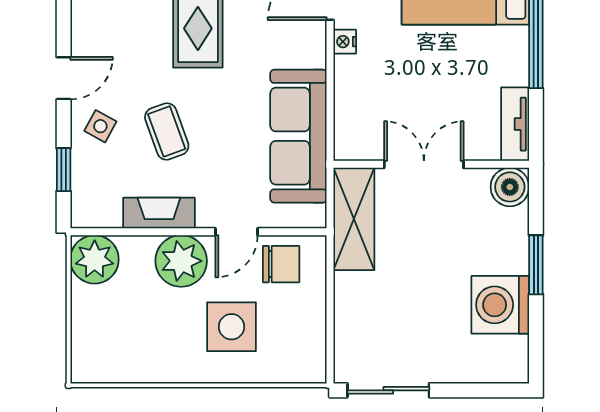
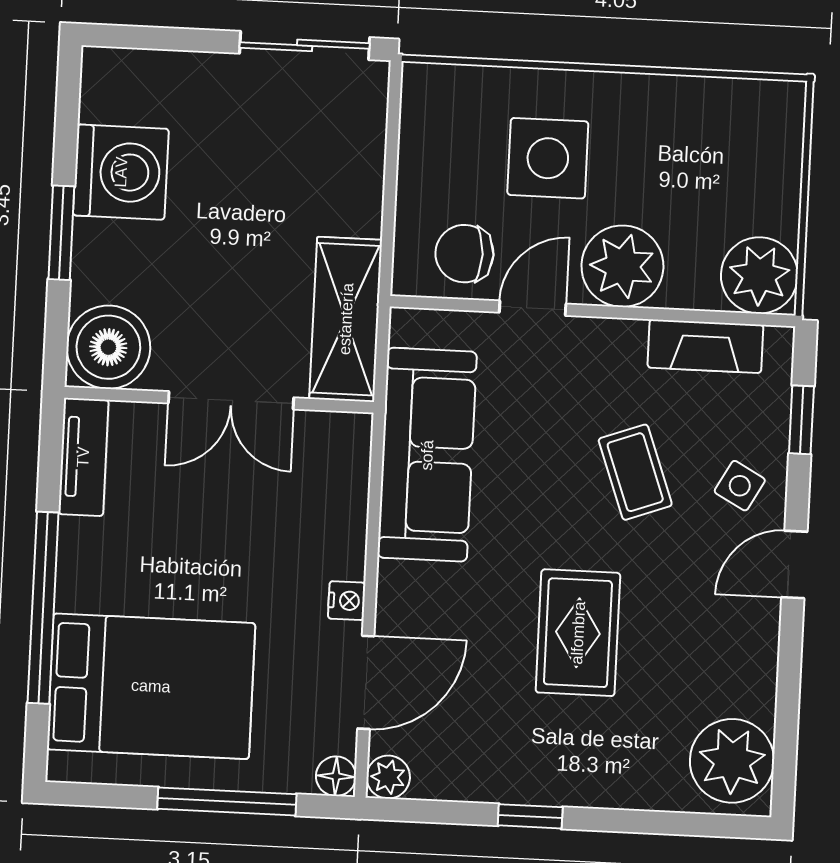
boiler: (510, 187) -> (108, 347), width x1.37, depth x1.37
fireplace: (159, 213) -> (705, 346), moved

